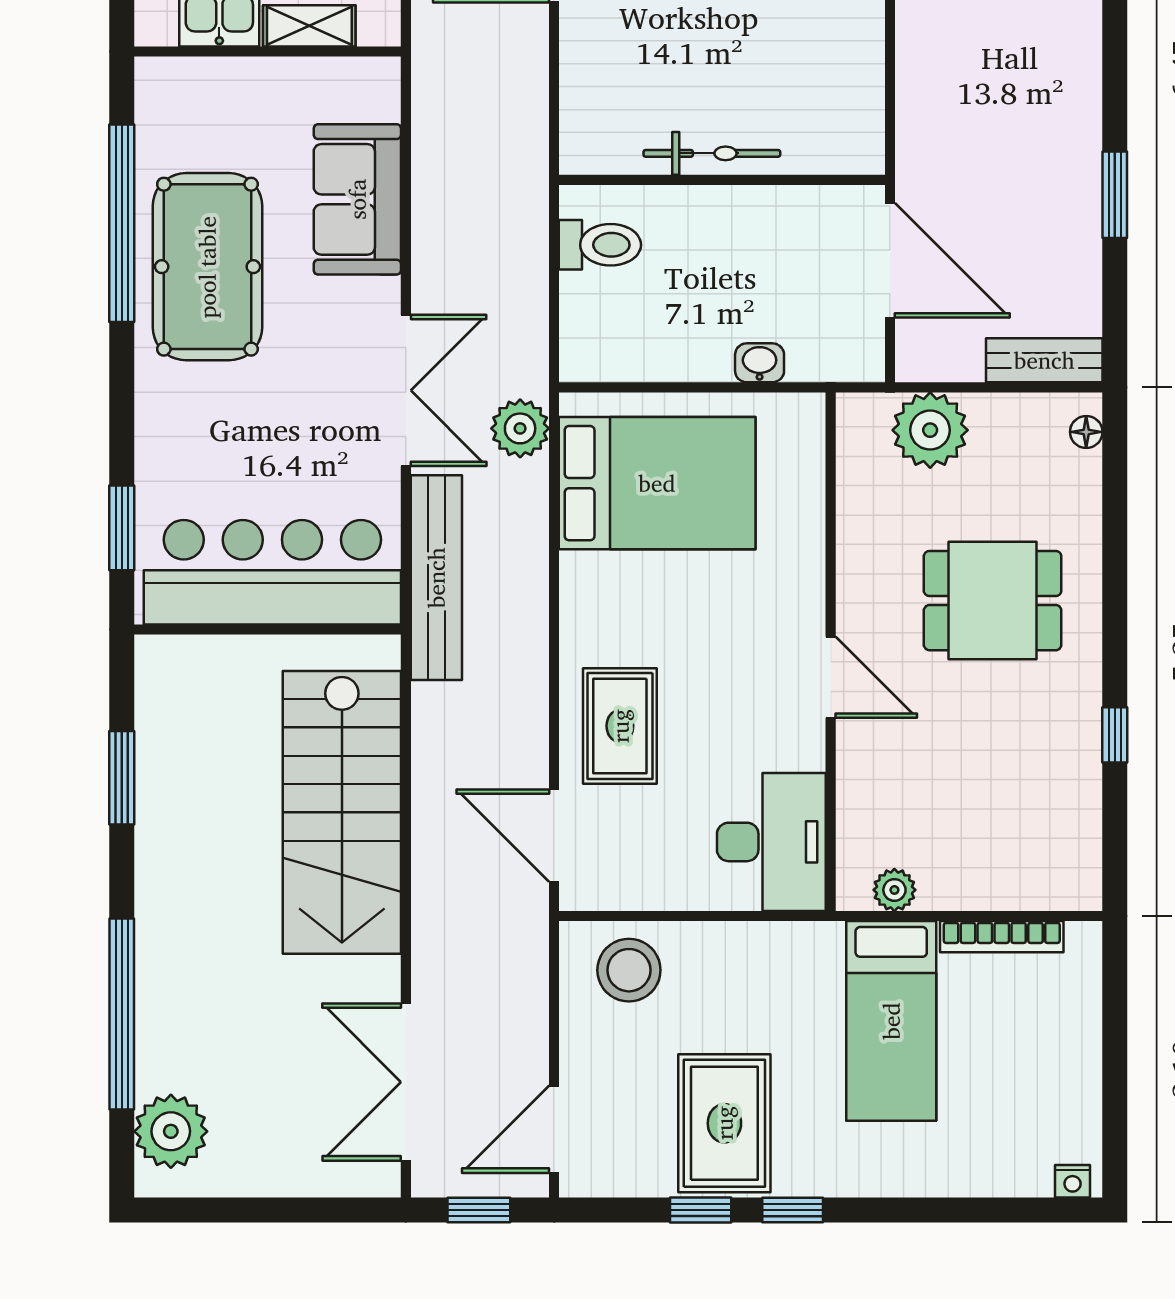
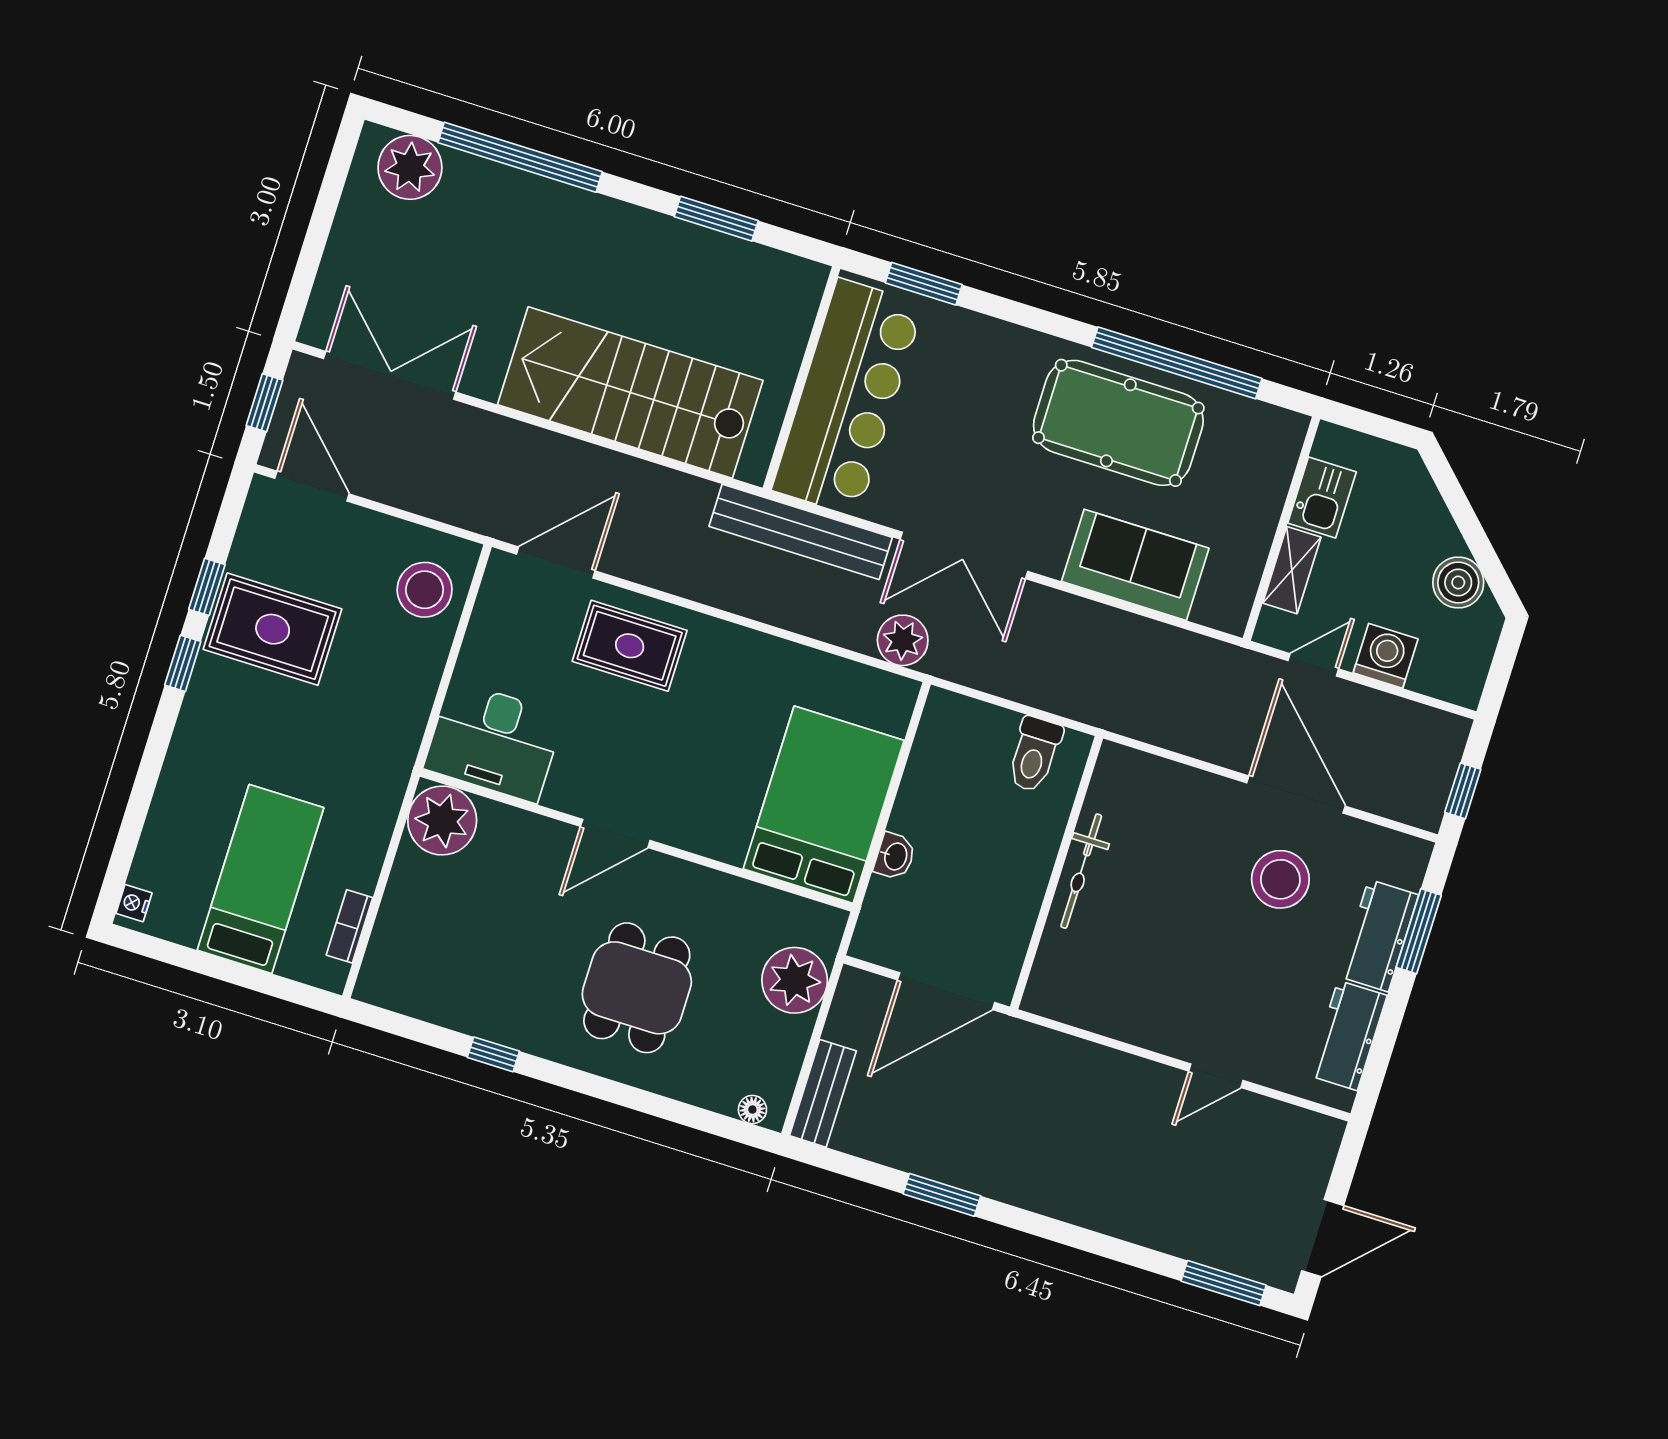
bed: (657, 483) -> (824, 805), moved, turned 180
plant: (894, 890) -> (442, 821), width x1.88, depth x1.88
bookcase: (1002, 937) -> (350, 926), width x0.64
bed: (891, 1021) -> (261, 879), moved, turned 90

